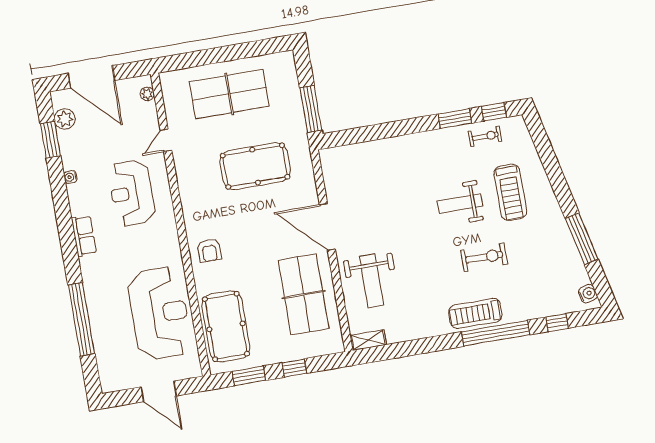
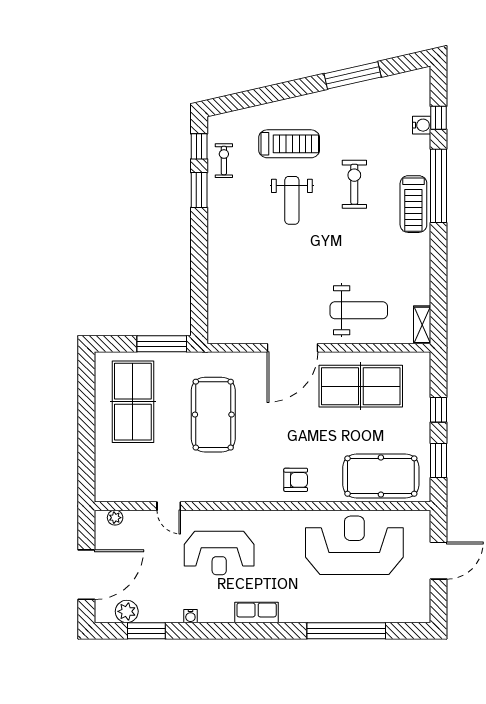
table tennis table: (229, 94) -> (133, 402), moved
water cooler: (588, 294) -> (422, 125), moved, turned 103

